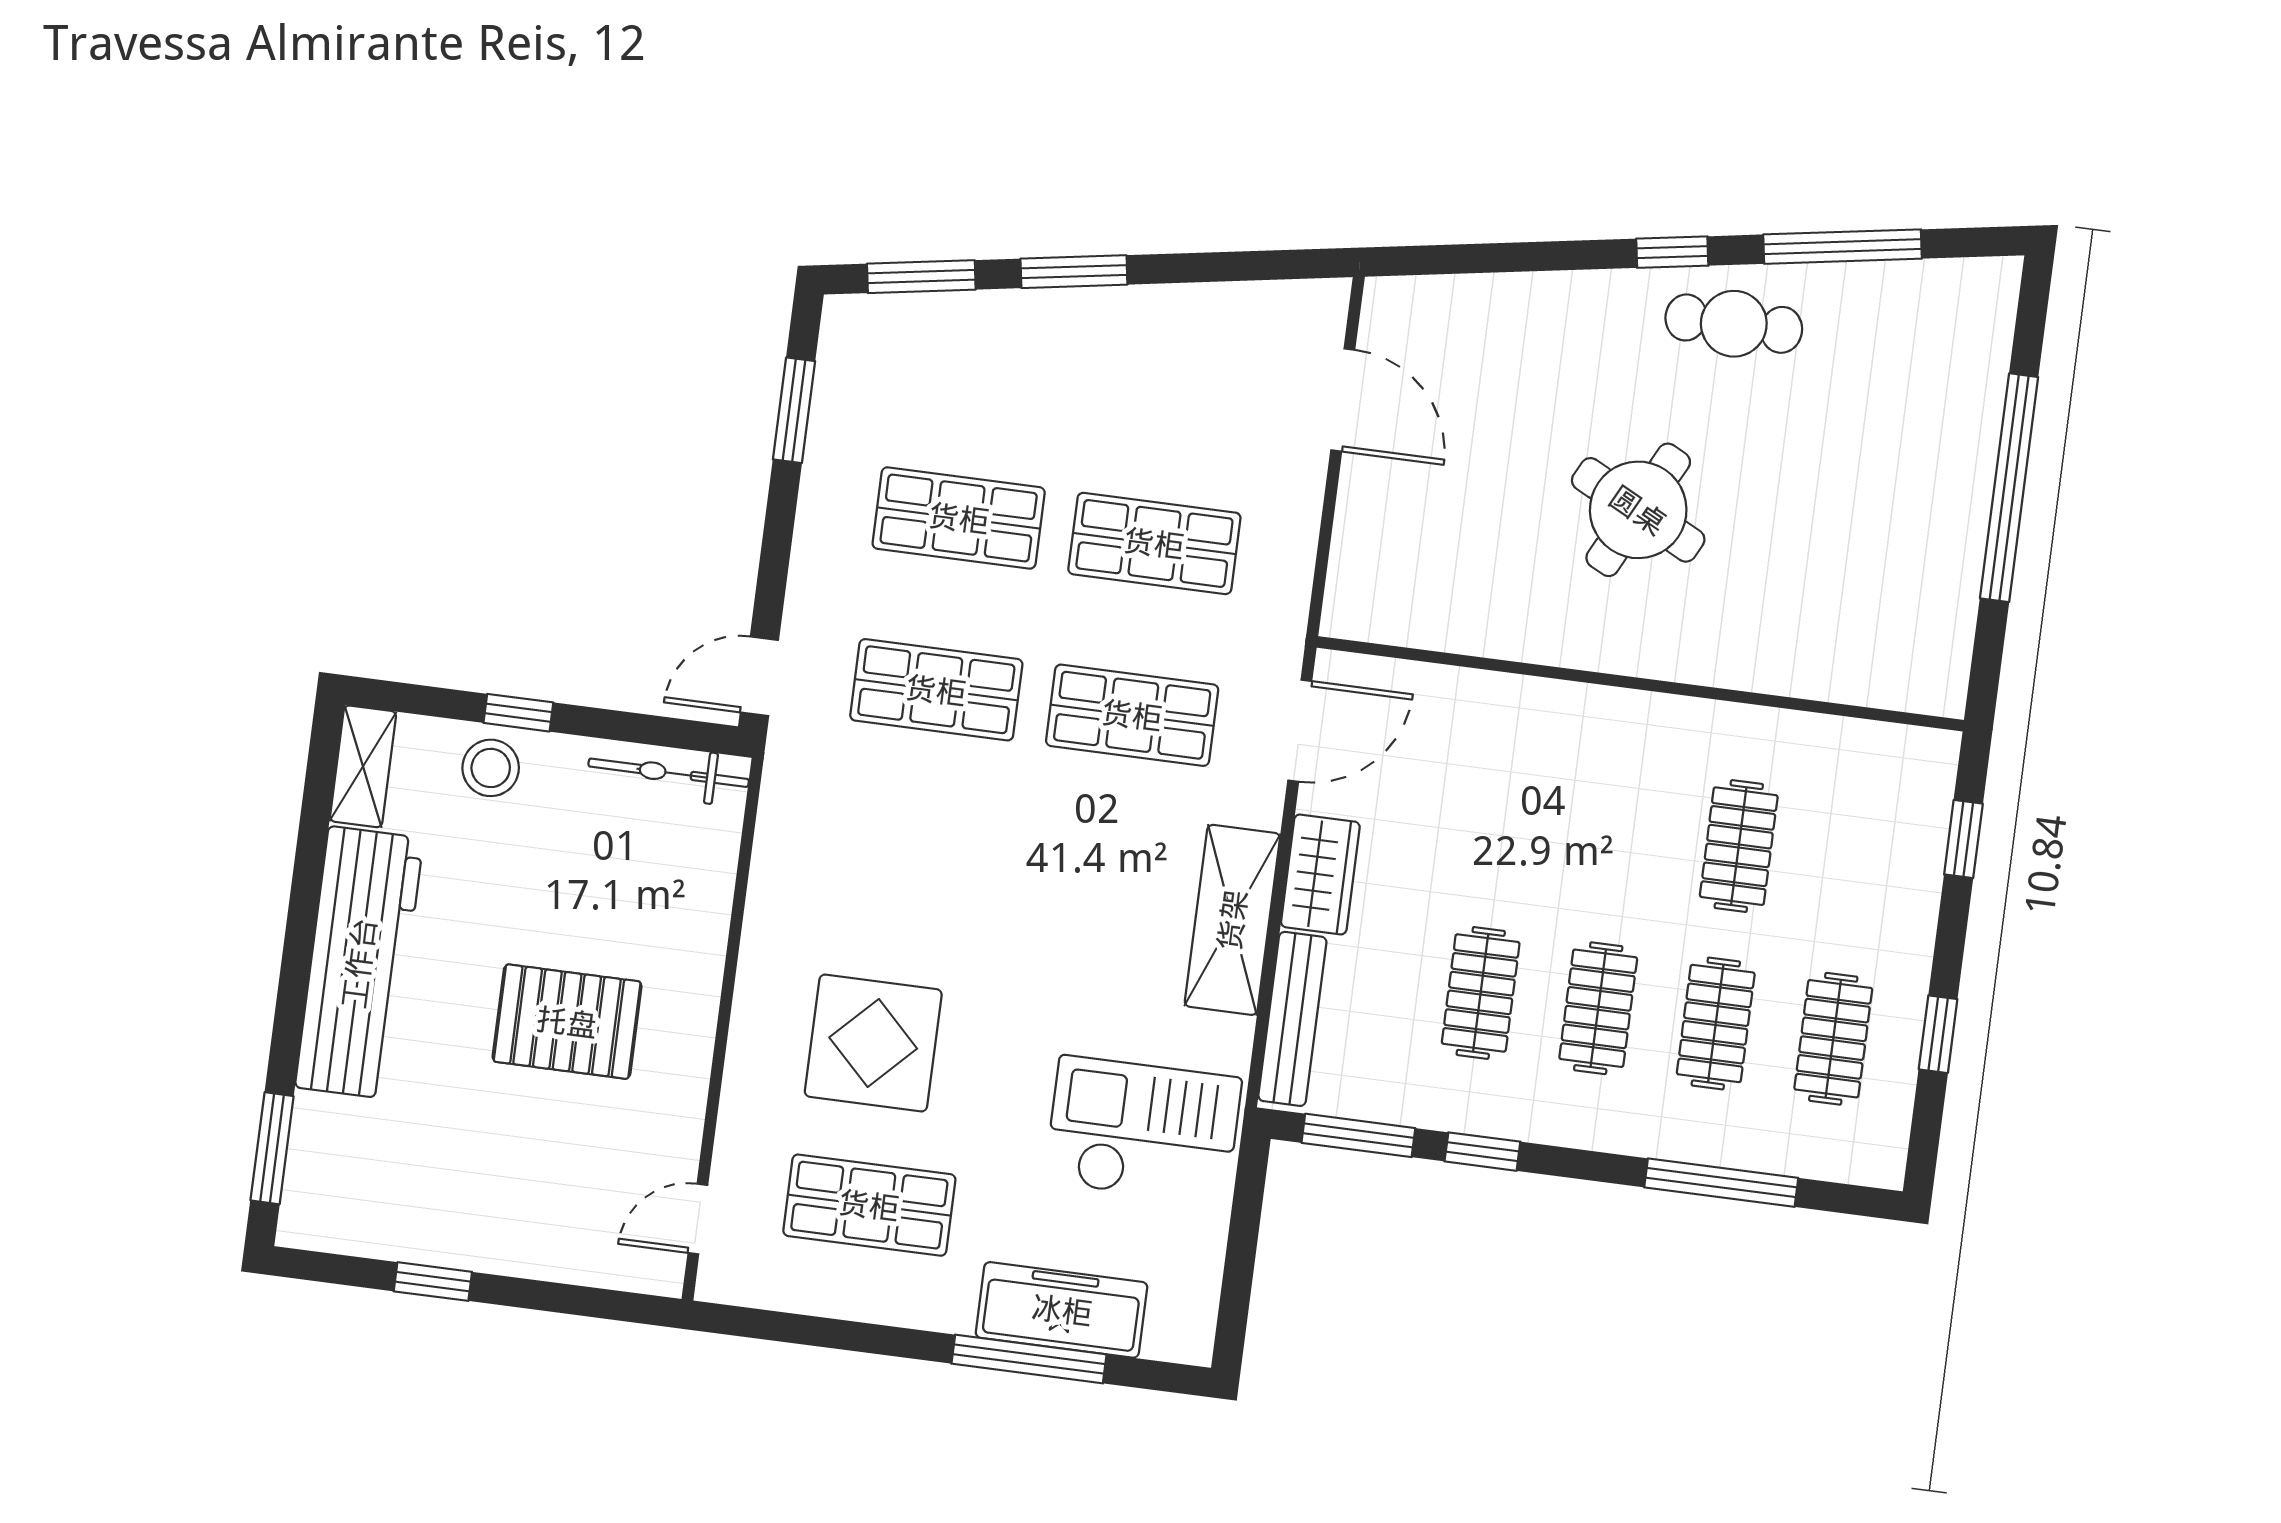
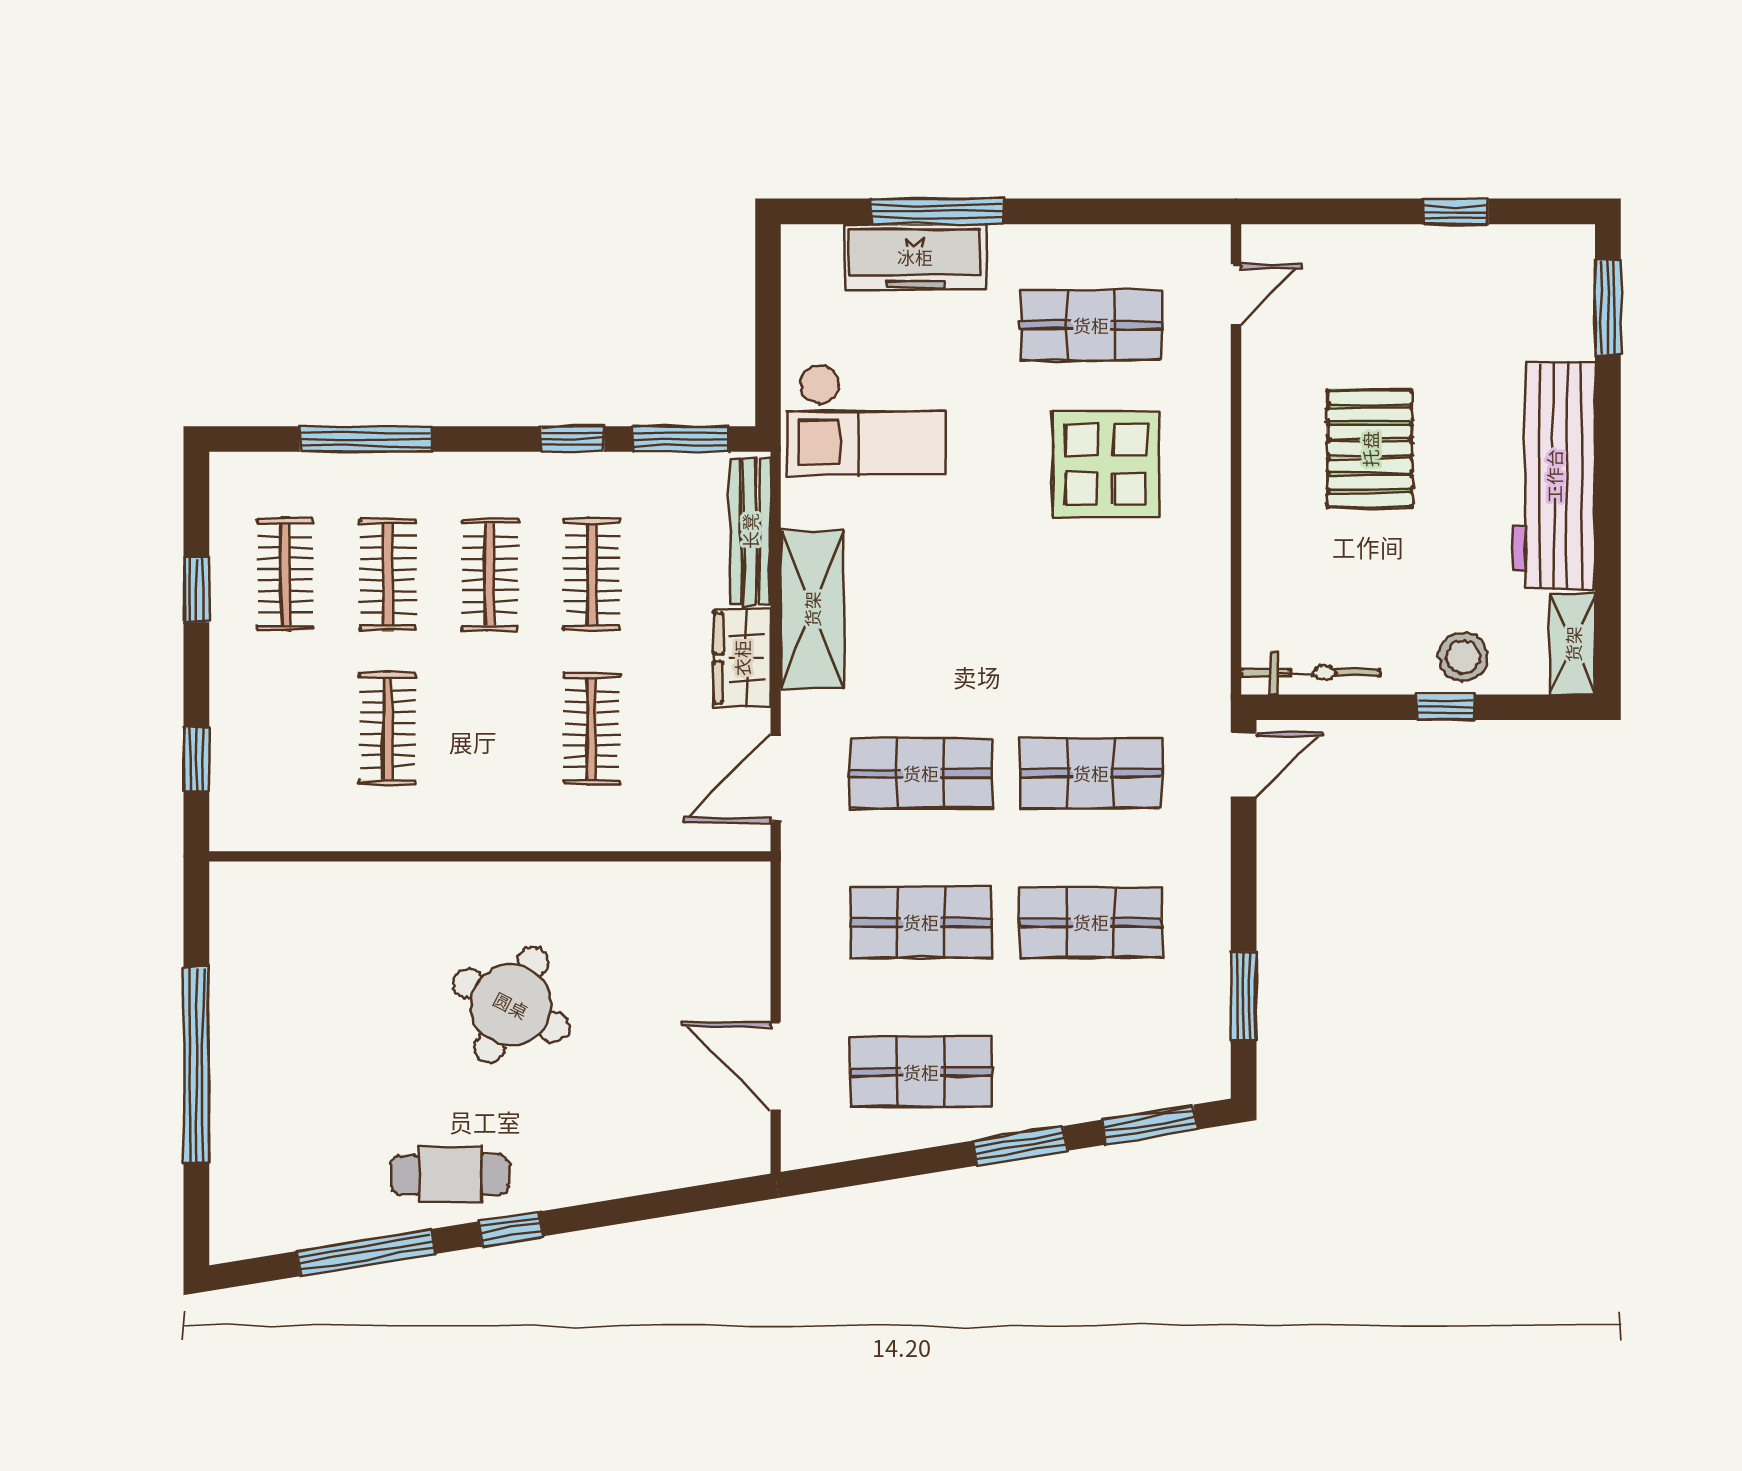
shop shelf: (1177, 372) -> (921, 1072), added
clothes rail: (1504, 816) -> (592, 729), added
pallet: (567, 1022) -> (1370, 449), turned 90

